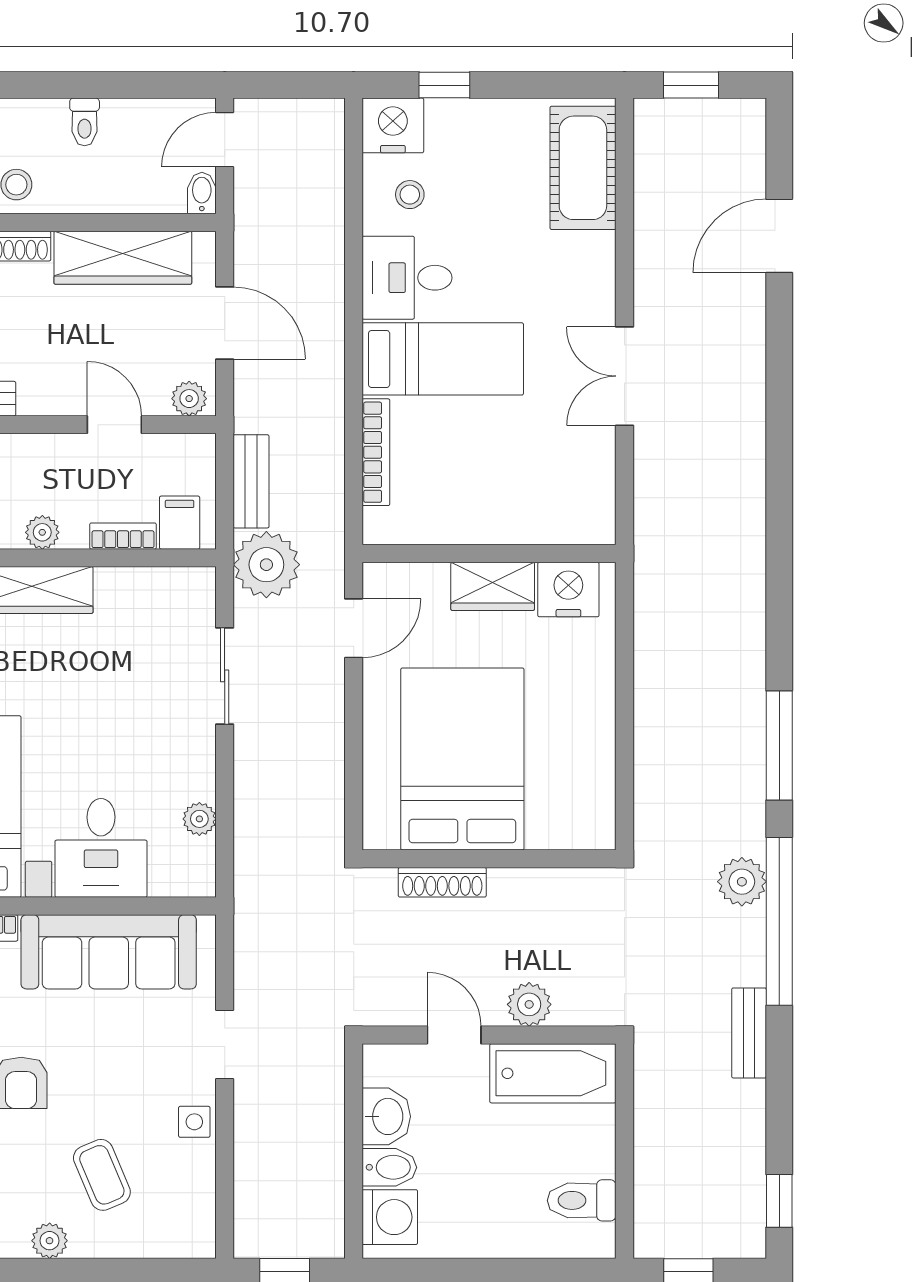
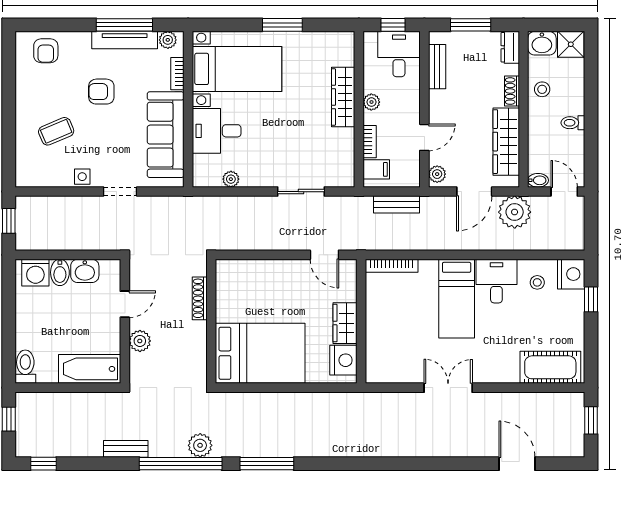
bookcase: (376, 452) -> (392, 266), moved
plant: (266, 565) -> (515, 212), moved
bed: (462, 759) -> (260, 353), moved
bathtub: (553, 1073) -> (90, 369), moved, turned 90
toilet: (582, 1200) -> (25, 367), moved
plant: (50, 1241) -> (24, 106), removed

